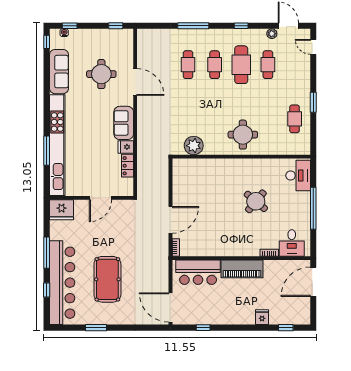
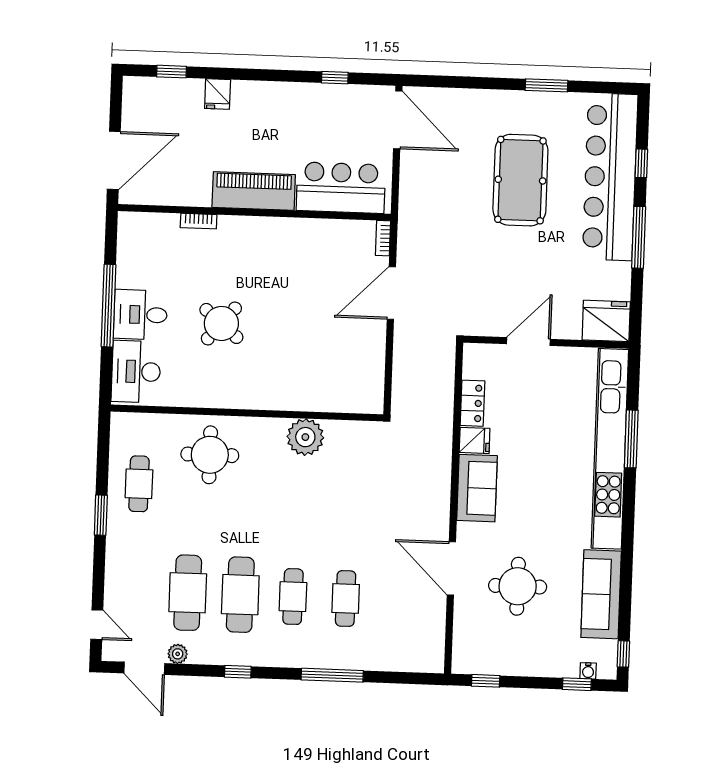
cafe table: (268, 65) -> (188, 593), width x1.37, depth x1.35
round table: (243, 135) -> (210, 455), moved
plant: (194, 146) -> (305, 437), moved
desk: (292, 243) -> (140, 315), moved, turned -90

